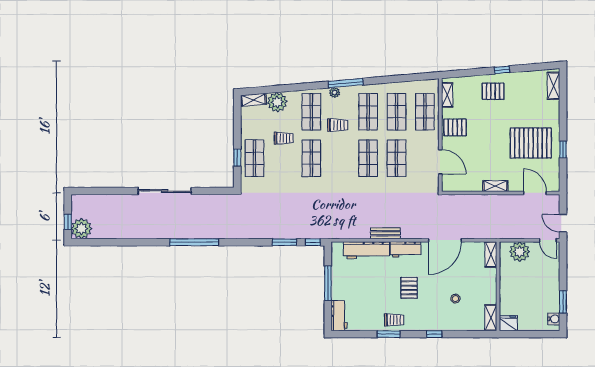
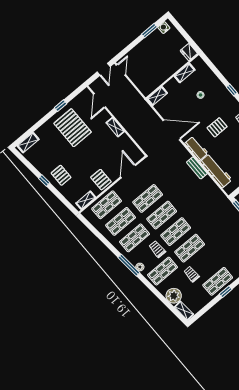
shop shelf: (340, 158) -> (176, 232), added
plant: (520, 252) -> (141, 81), removed
shelving: (491, 318) -> (185, 73), moved

